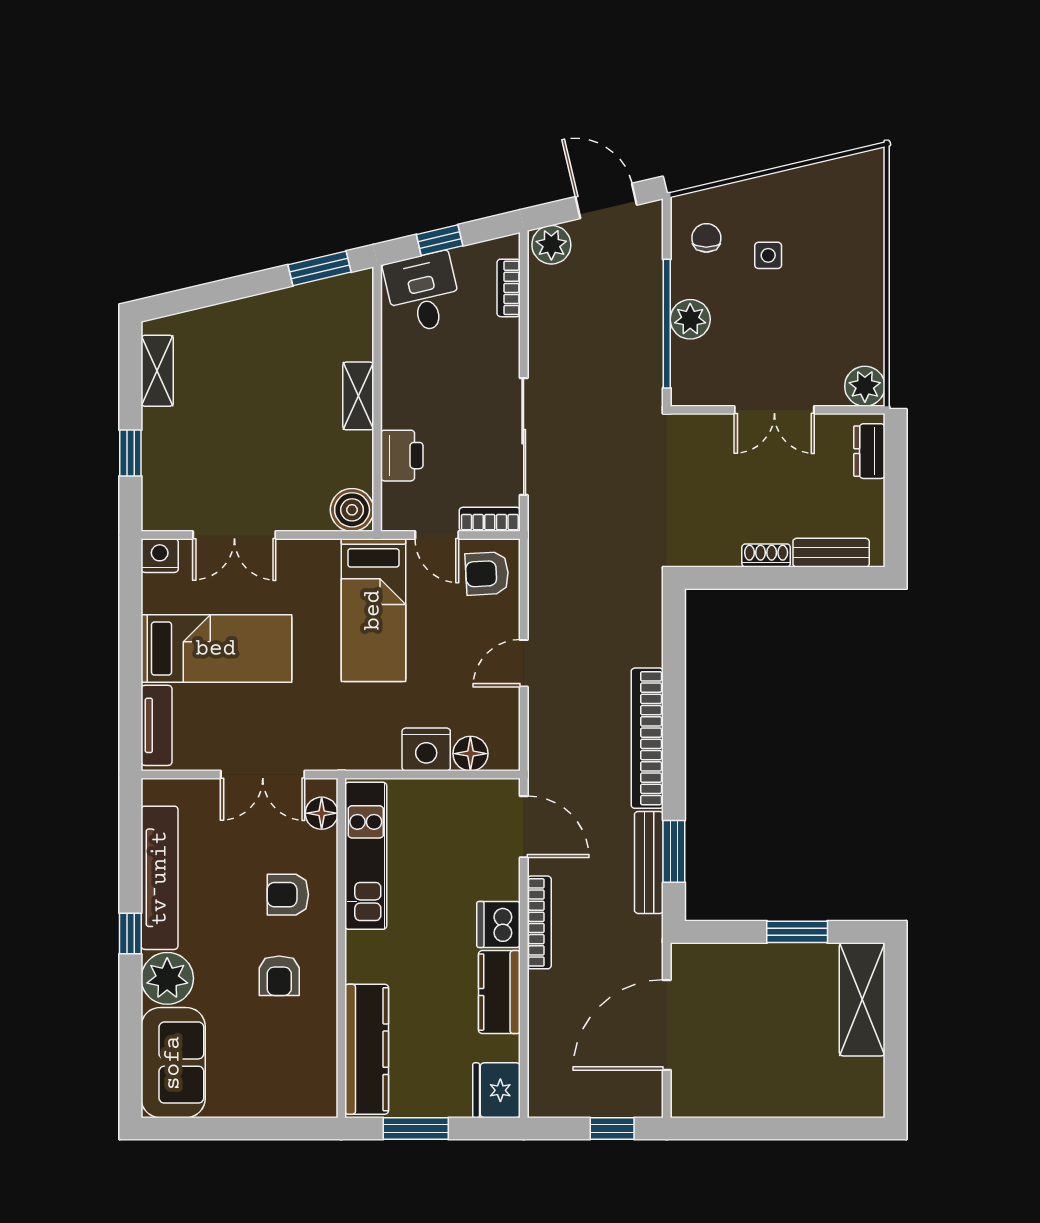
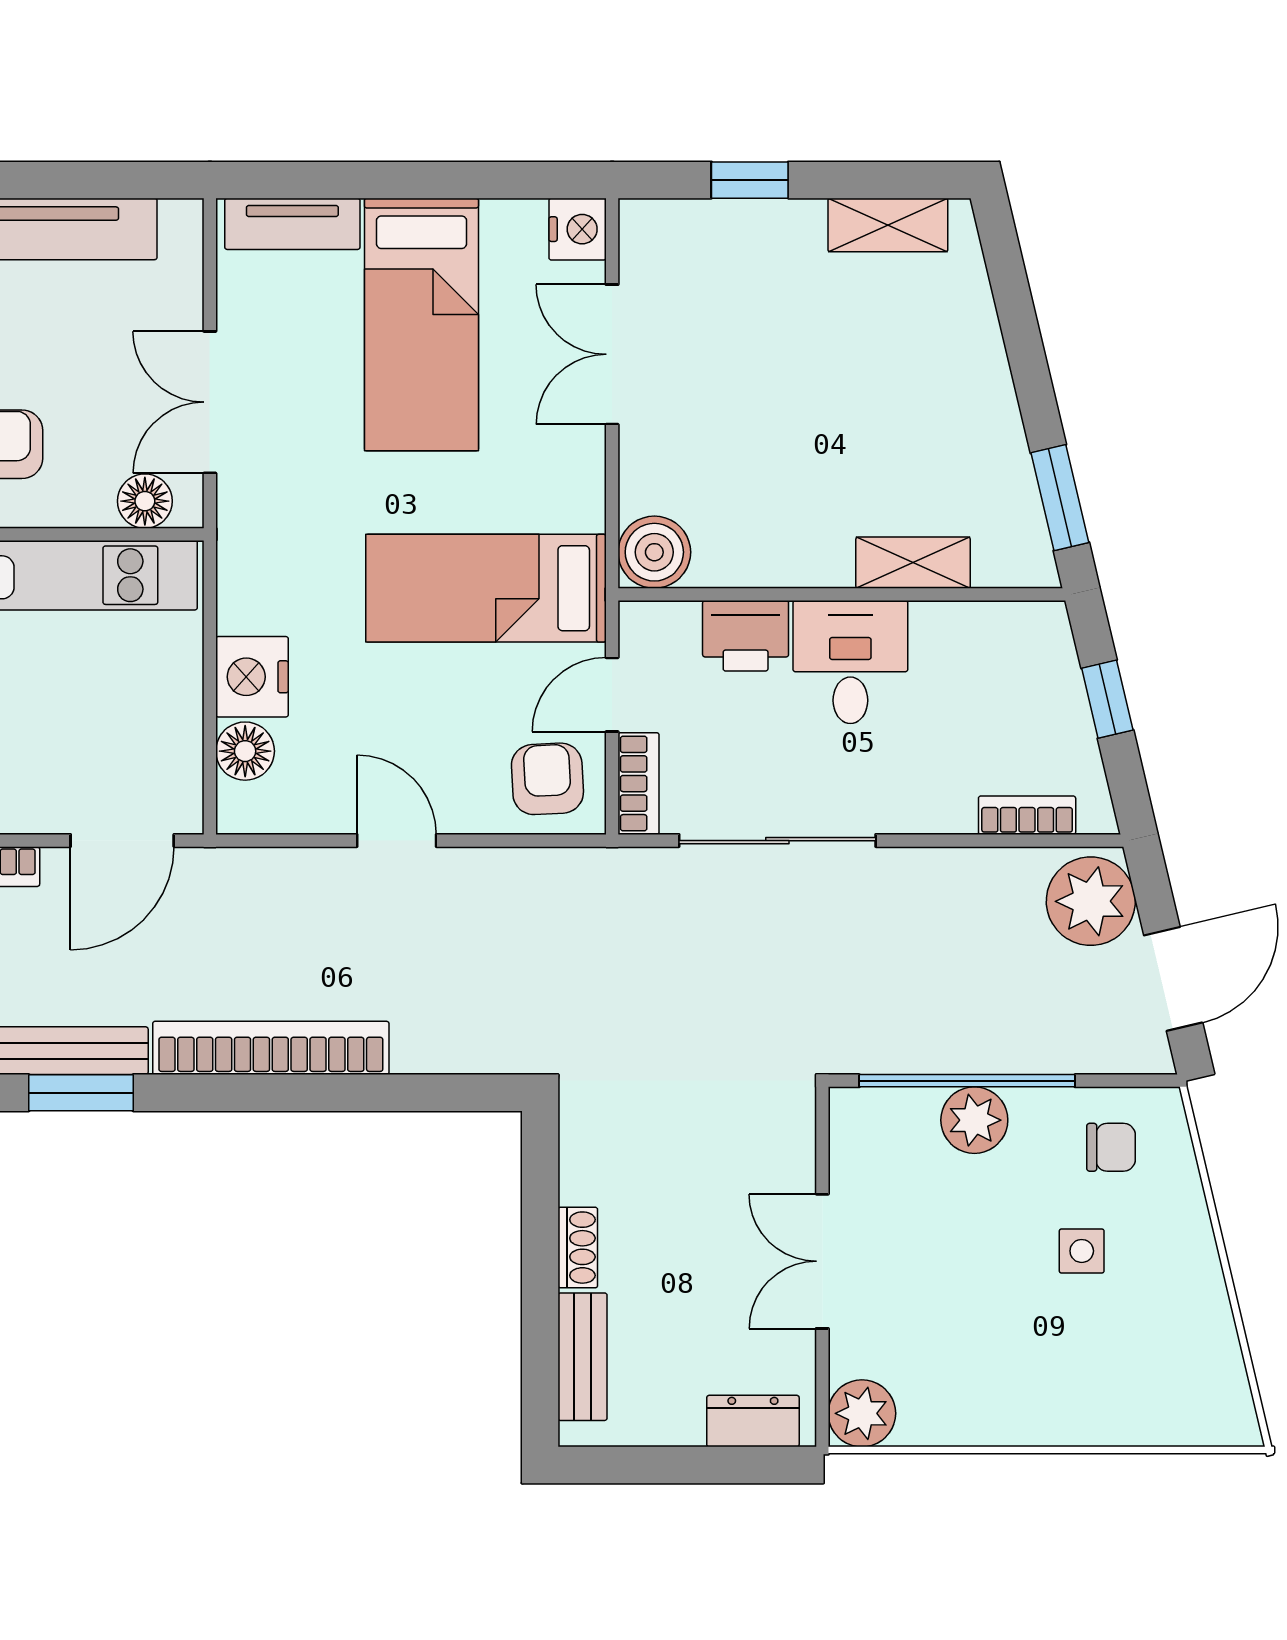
plant: (551, 245) -> (1091, 901), width x1.36, depth x1.36
desk: (423, 293) -> (850, 662), moved, turned -77
shelving: (358, 396) -> (913, 563), moved

